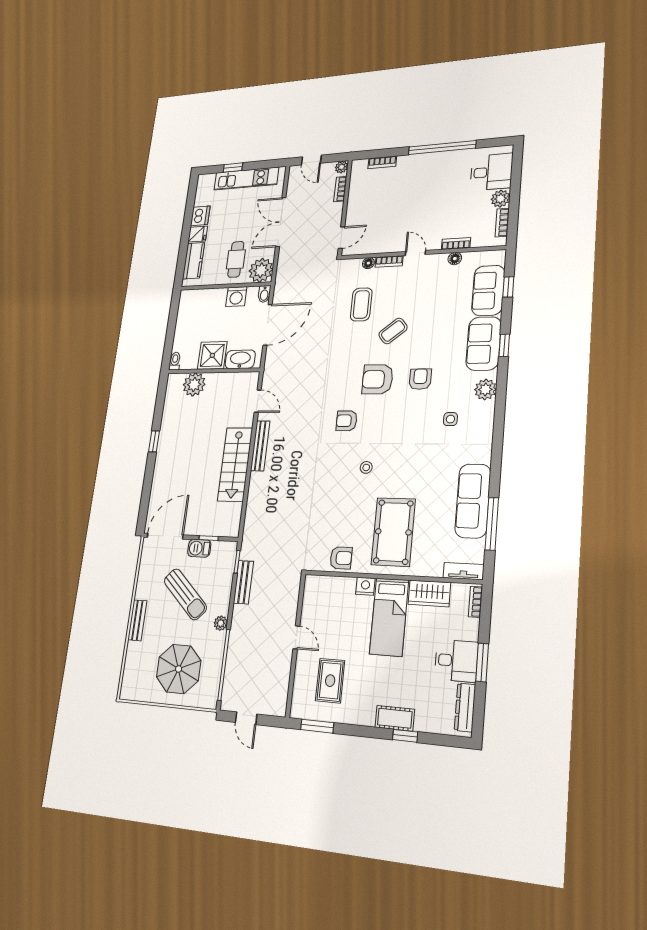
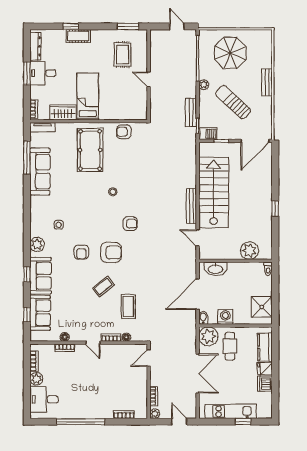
shower: (212, 355) -> (262, 307), moved
stairs: (235, 464) -> (214, 193), width x1.36, depth x1.51
barbecue: (199, 548) -> (208, 134), moved
nightstand: (365, 586) -> (105, 115), removed

